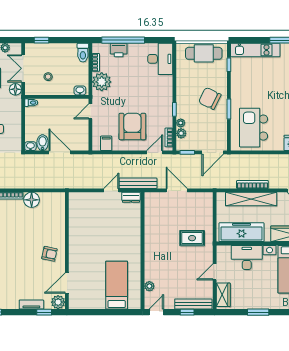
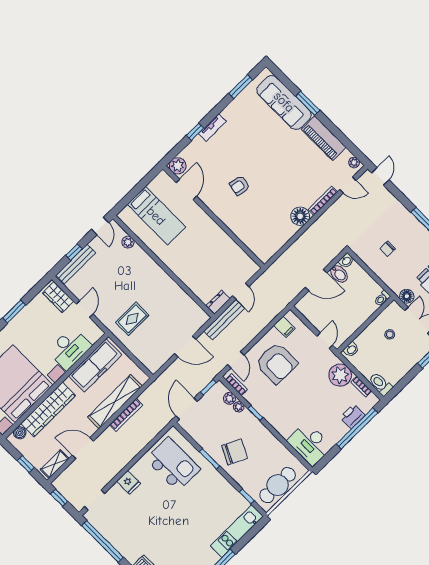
wall: (67, 251) -> (214, 217), moved
door: (67, 283) -> (186, 189), moved
plant: (58, 302) -> (178, 166), moved

